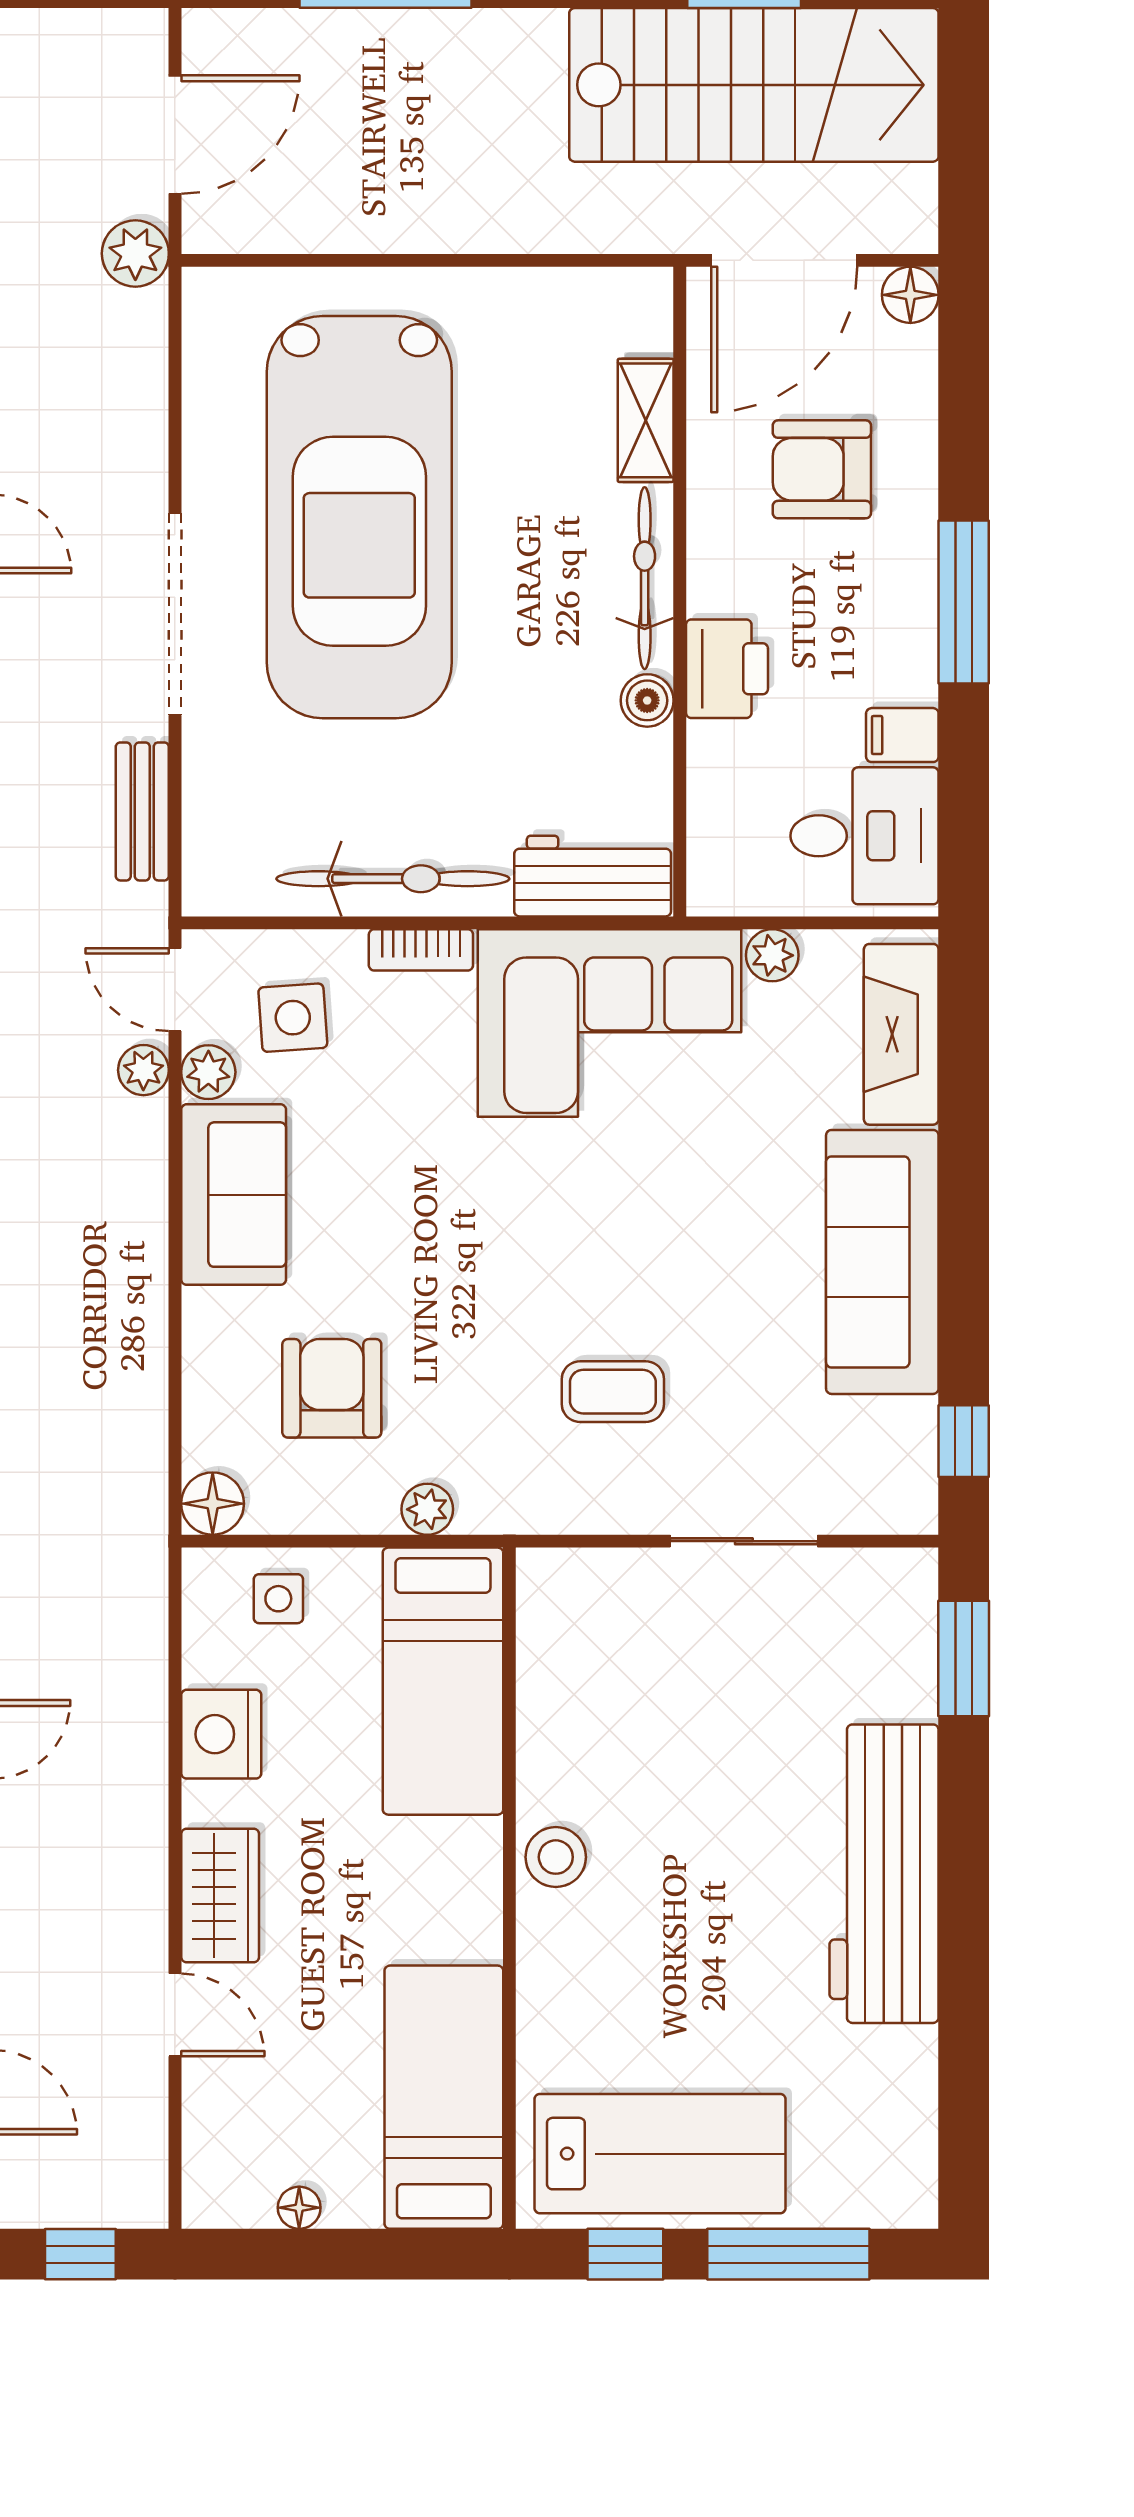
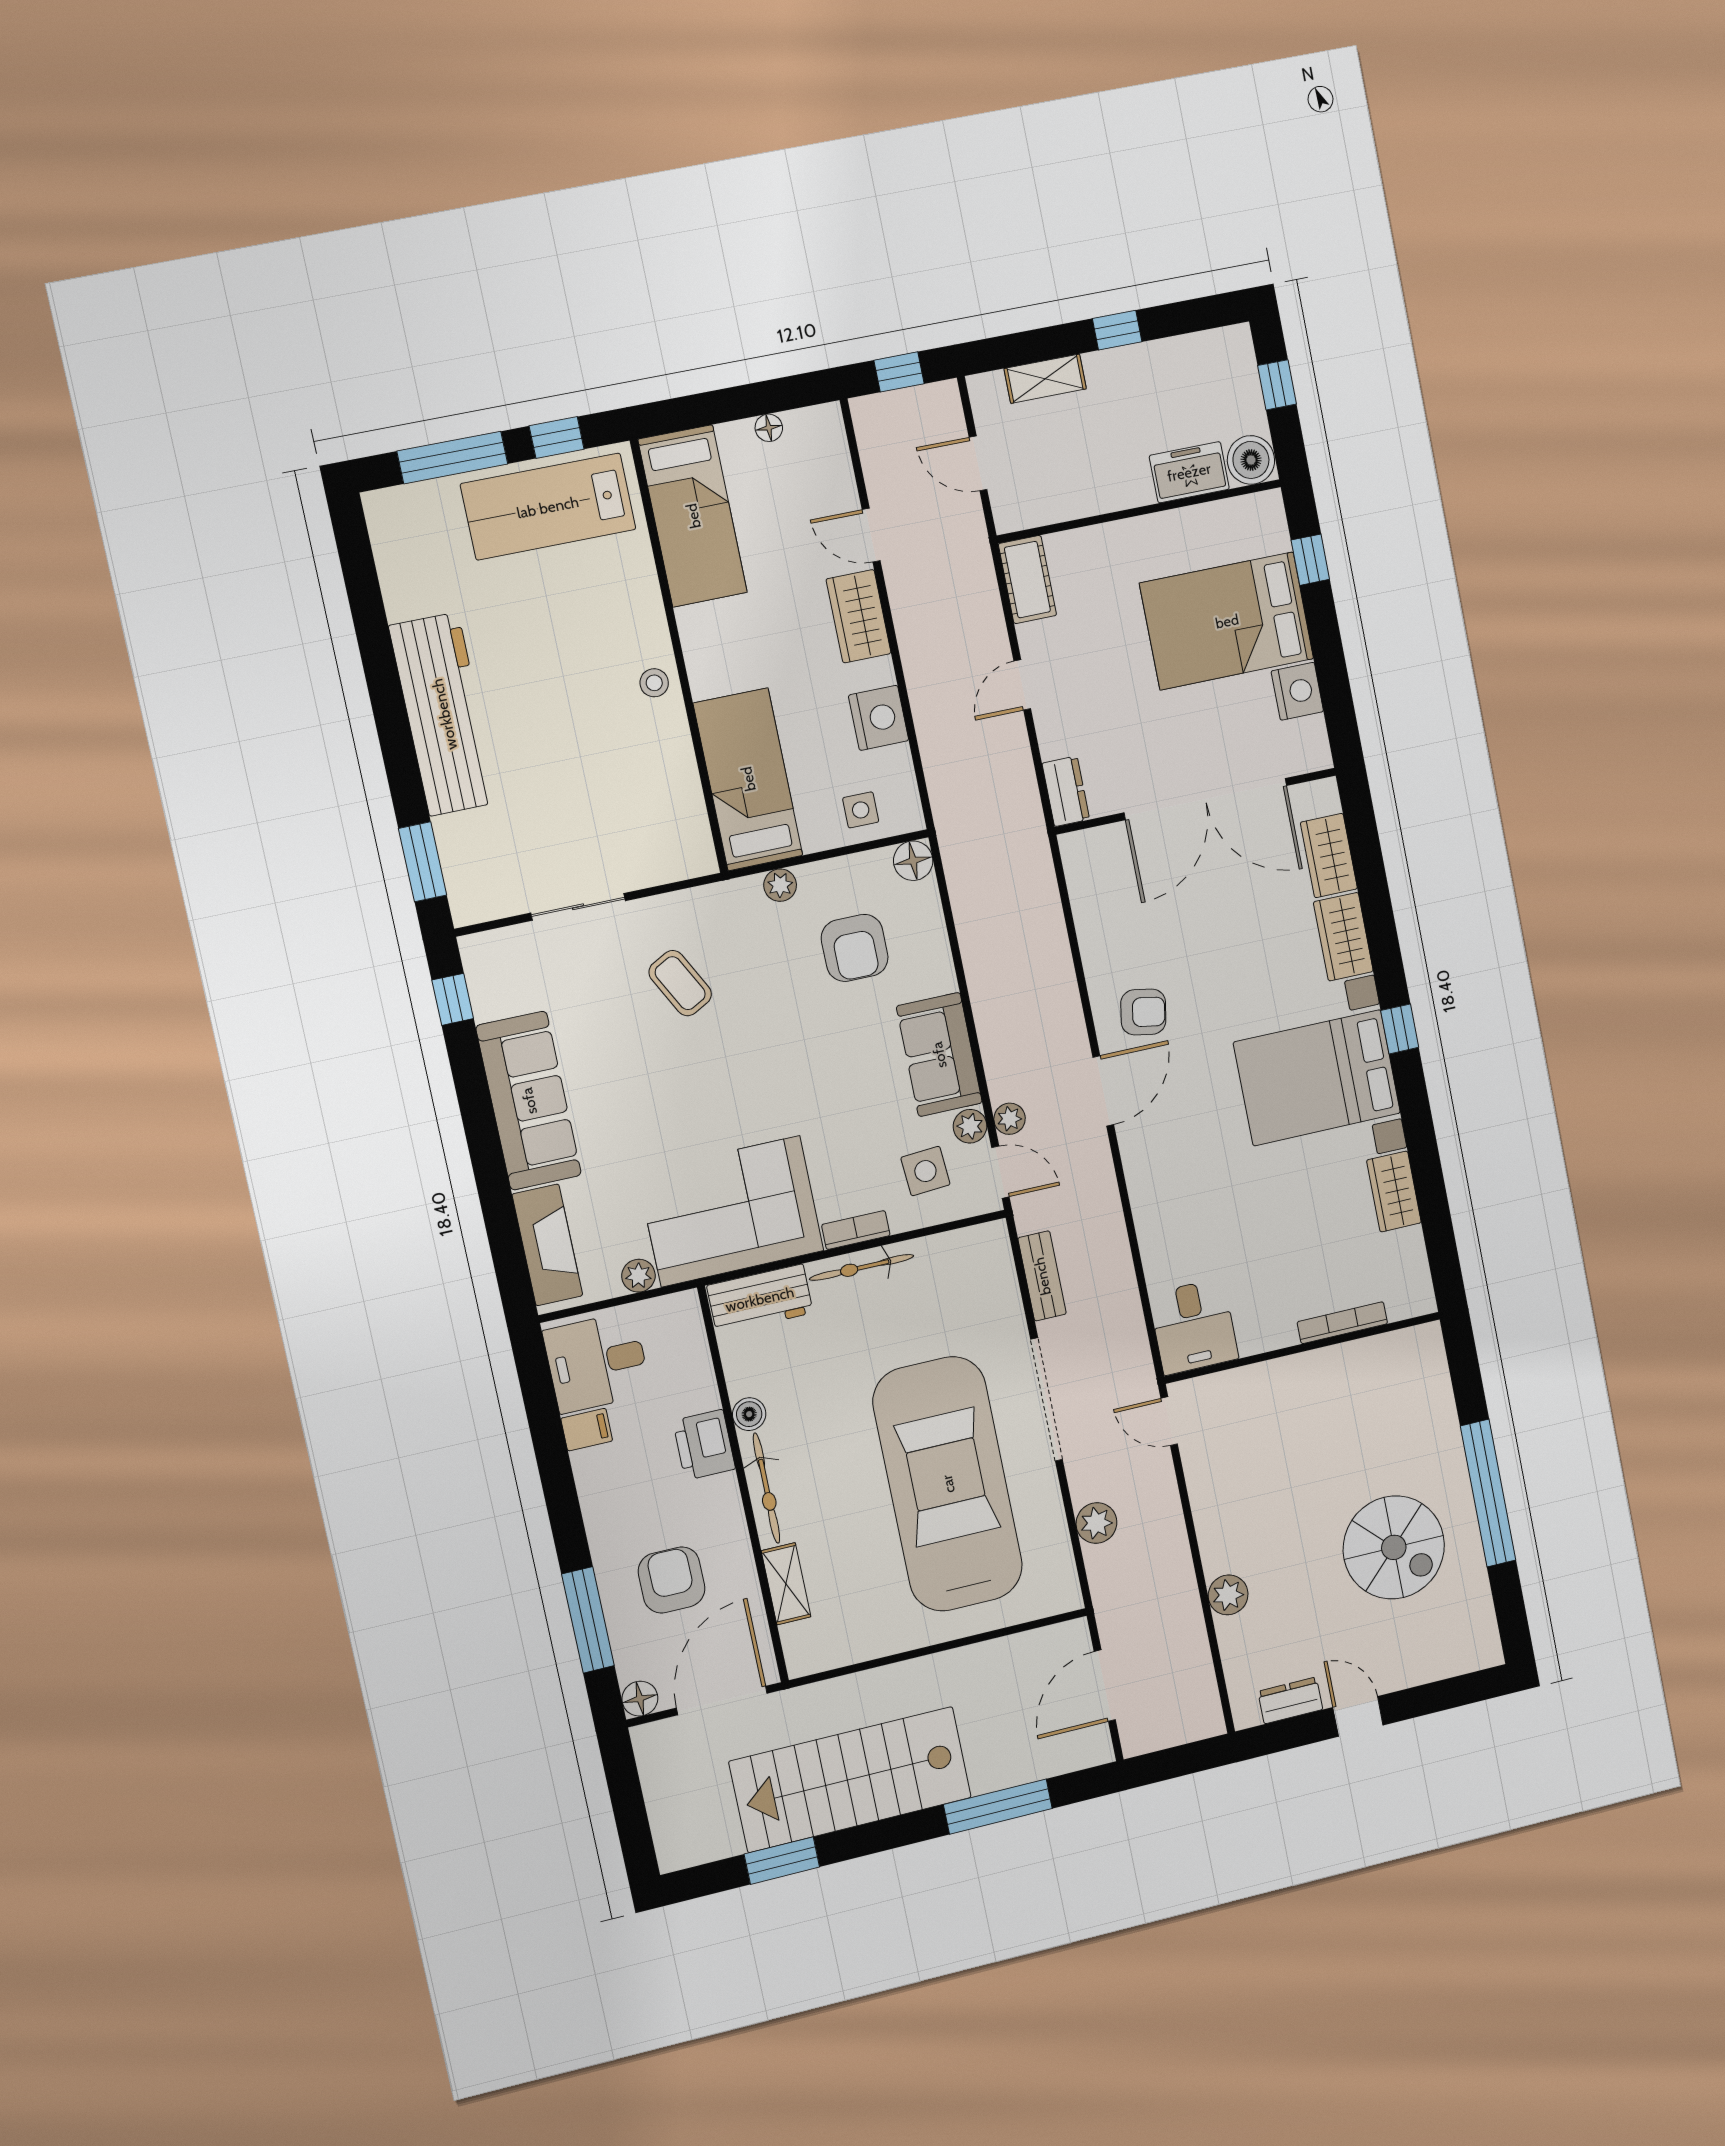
stairs: (754, 85) -> (850, 1779), moved
plant: (135, 253) -> (1096, 1523), moved
armchair: (822, 469) -> (672, 1580), turned -90
window: (964, 602) -> (588, 1620), moved
bicycle: (393, 879) -> (862, 1267), width x0.73, depth x0.71
coffee table: (613, 1392) -> (680, 983), turned 62
stool: (556, 1857) -> (654, 683), width x0.73, depth x0.73

